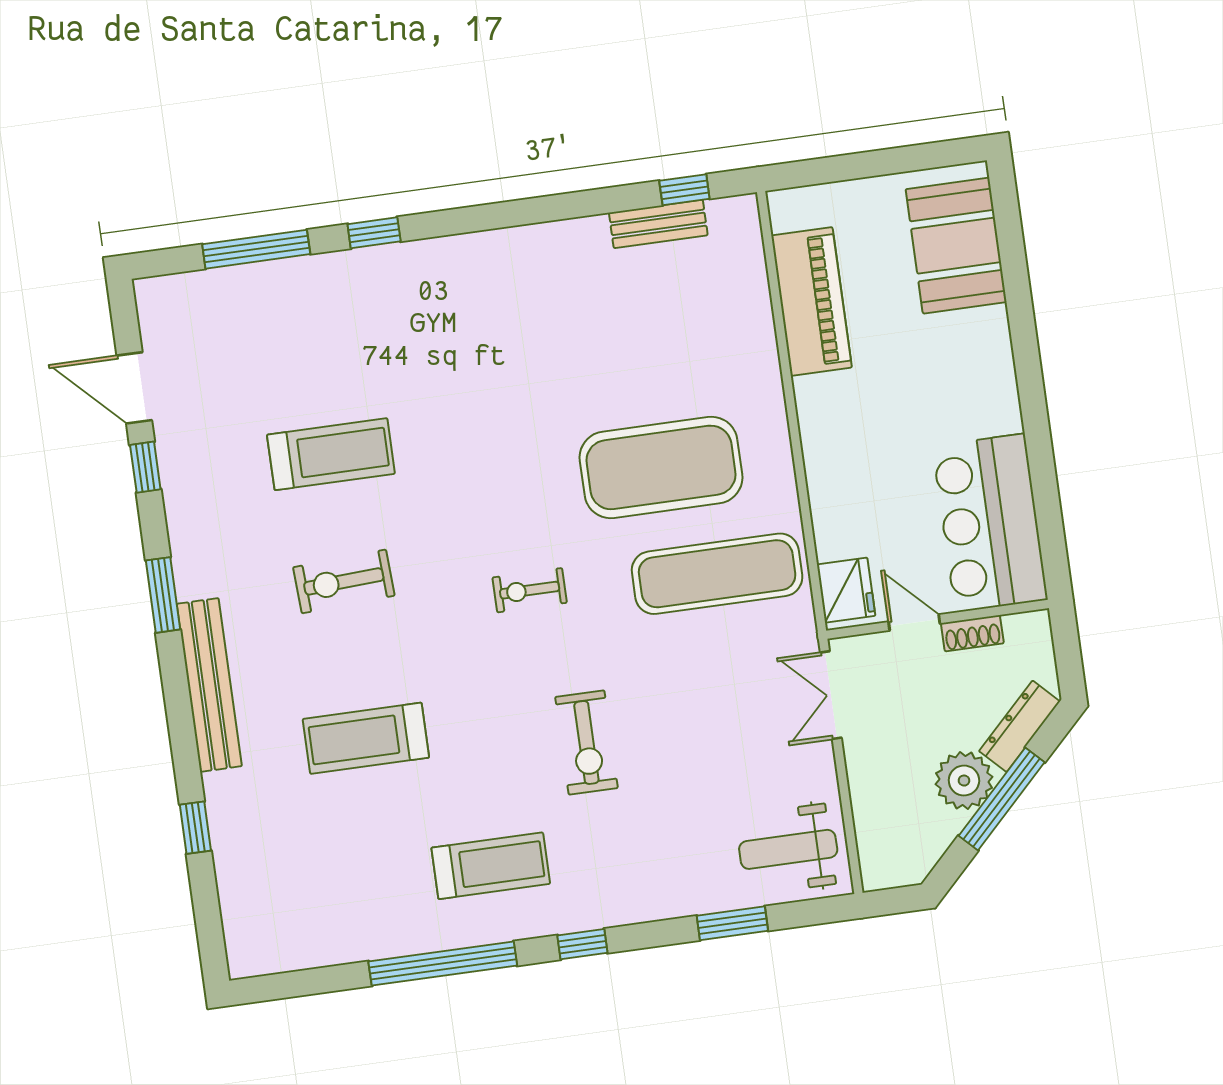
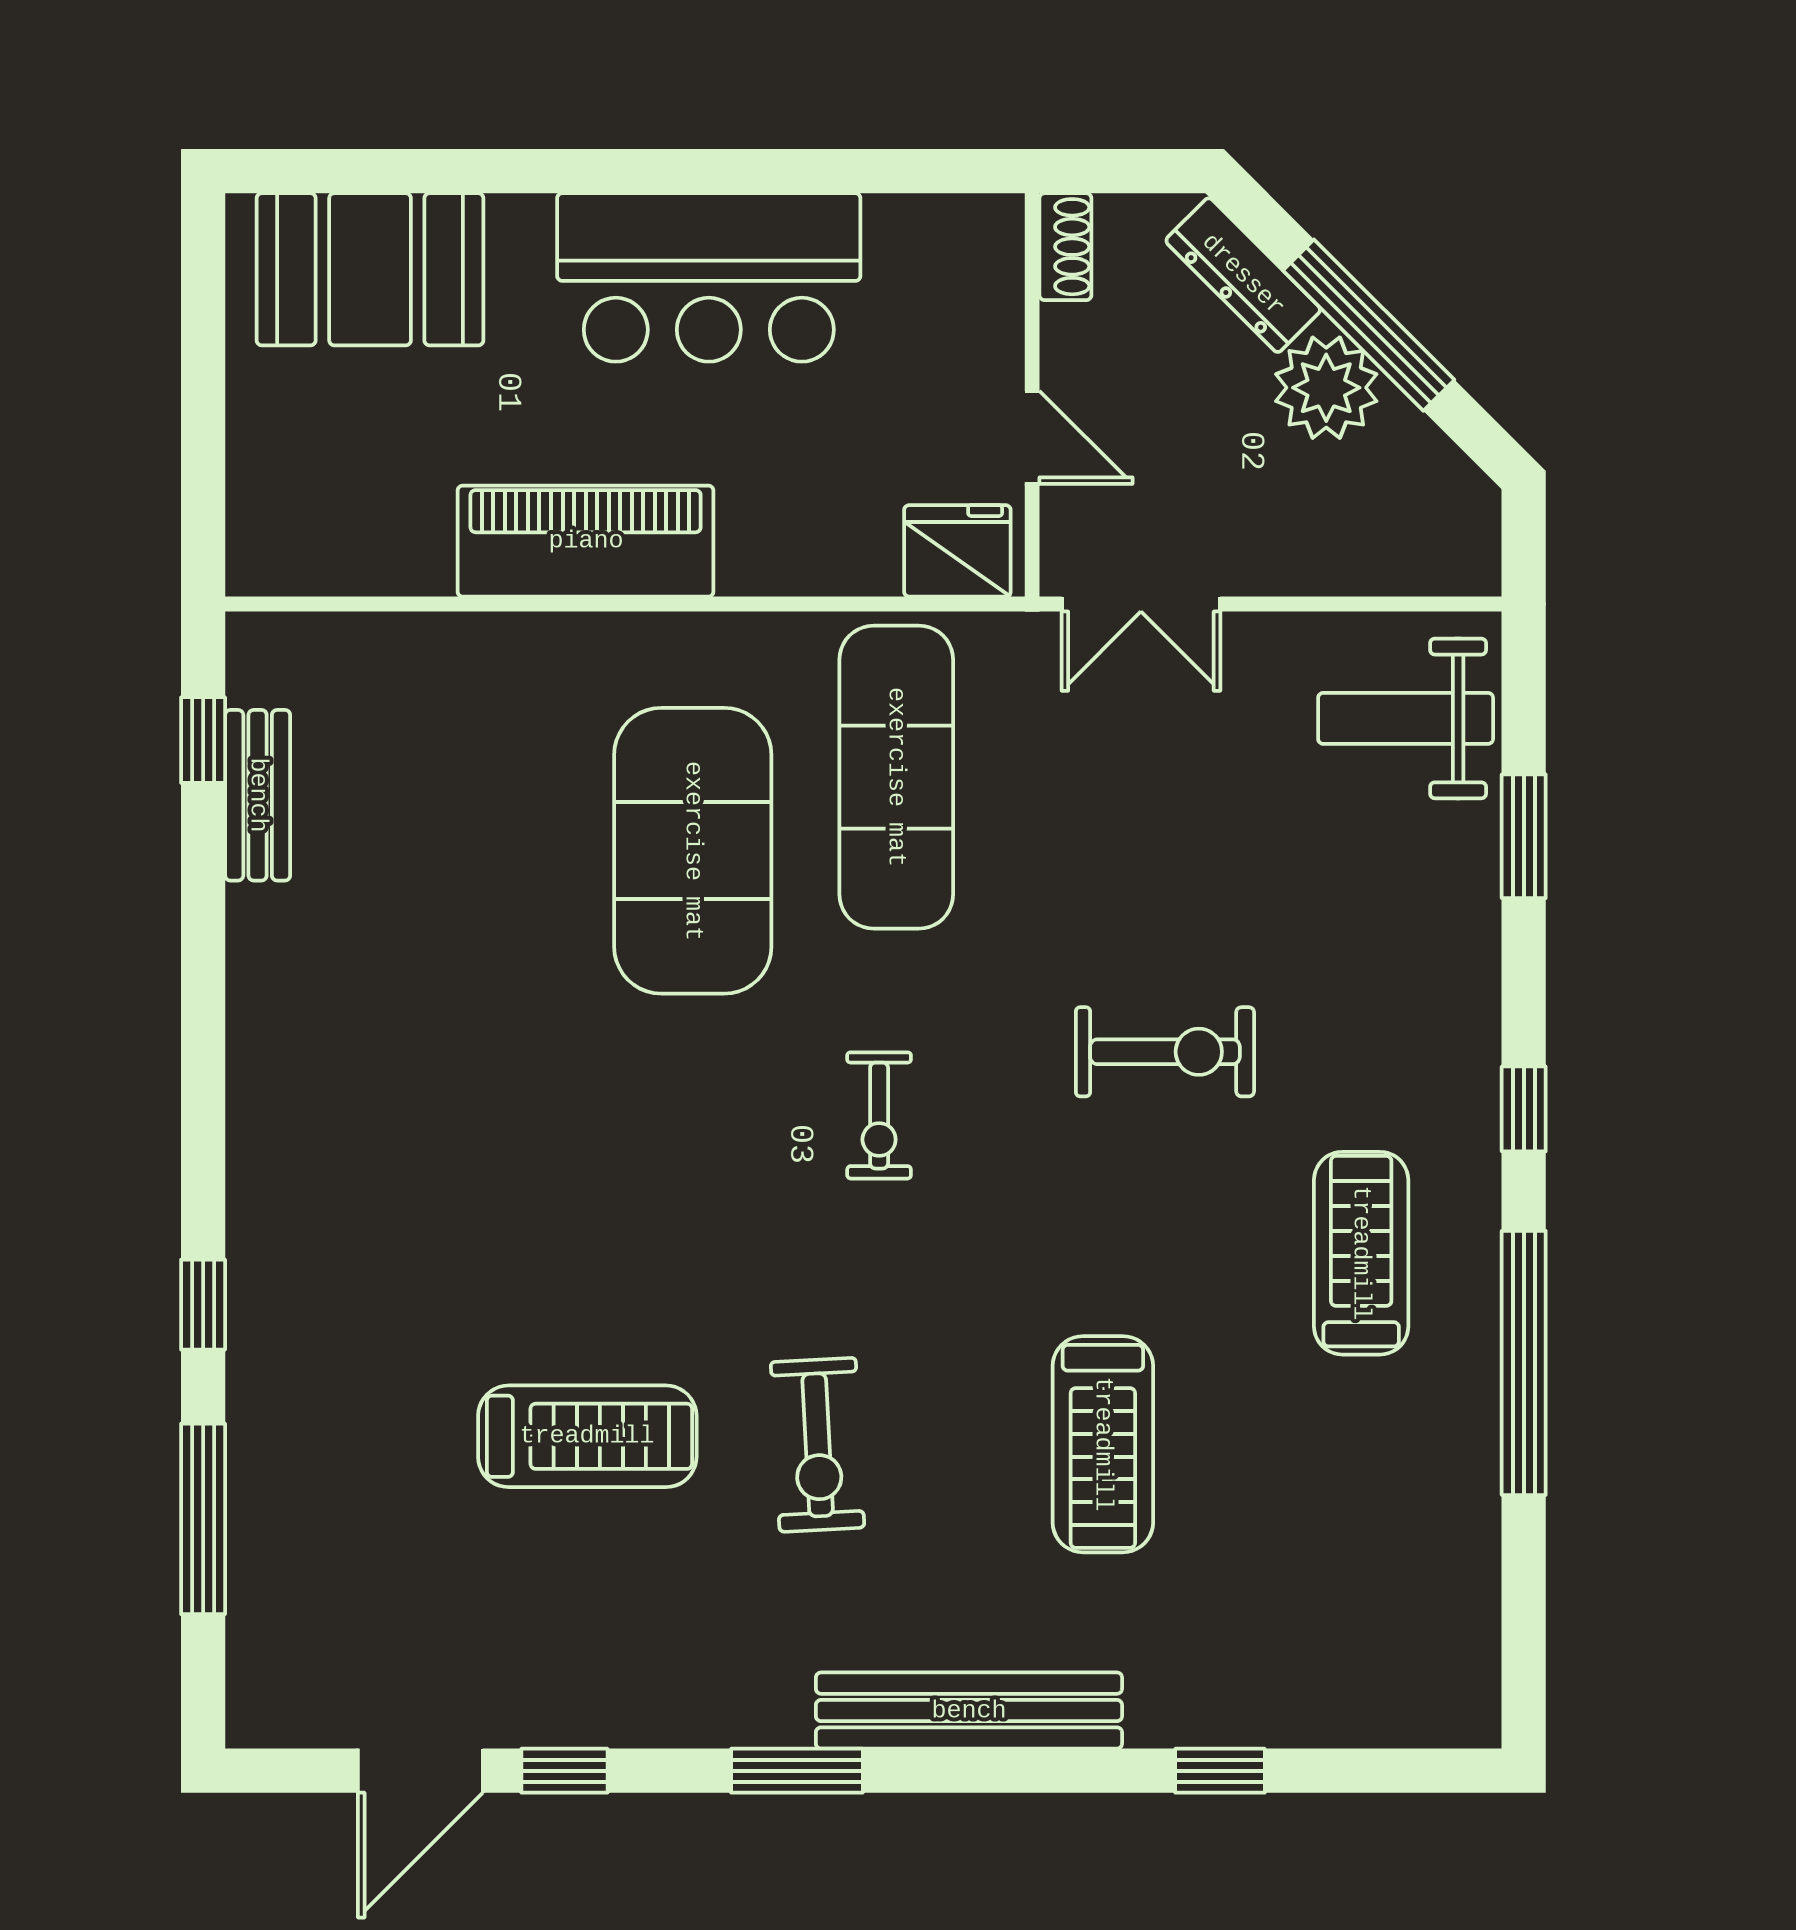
piano: (811, 301) -> (586, 541), moved
treadmill: (331, 454) -> (587, 1436), turned 90
bar counter: (990, 523) -> (709, 277), moved
door: (914, 623) -> (1032, 437), swing flipped
shoe rack: (972, 633) -> (1065, 247), moved
weight bench: (788, 849) -> (1406, 718), turned 90

